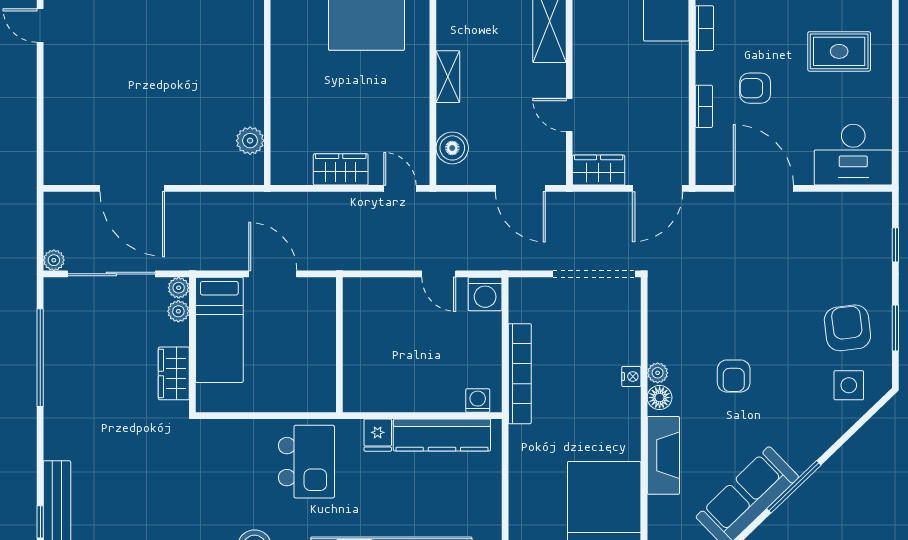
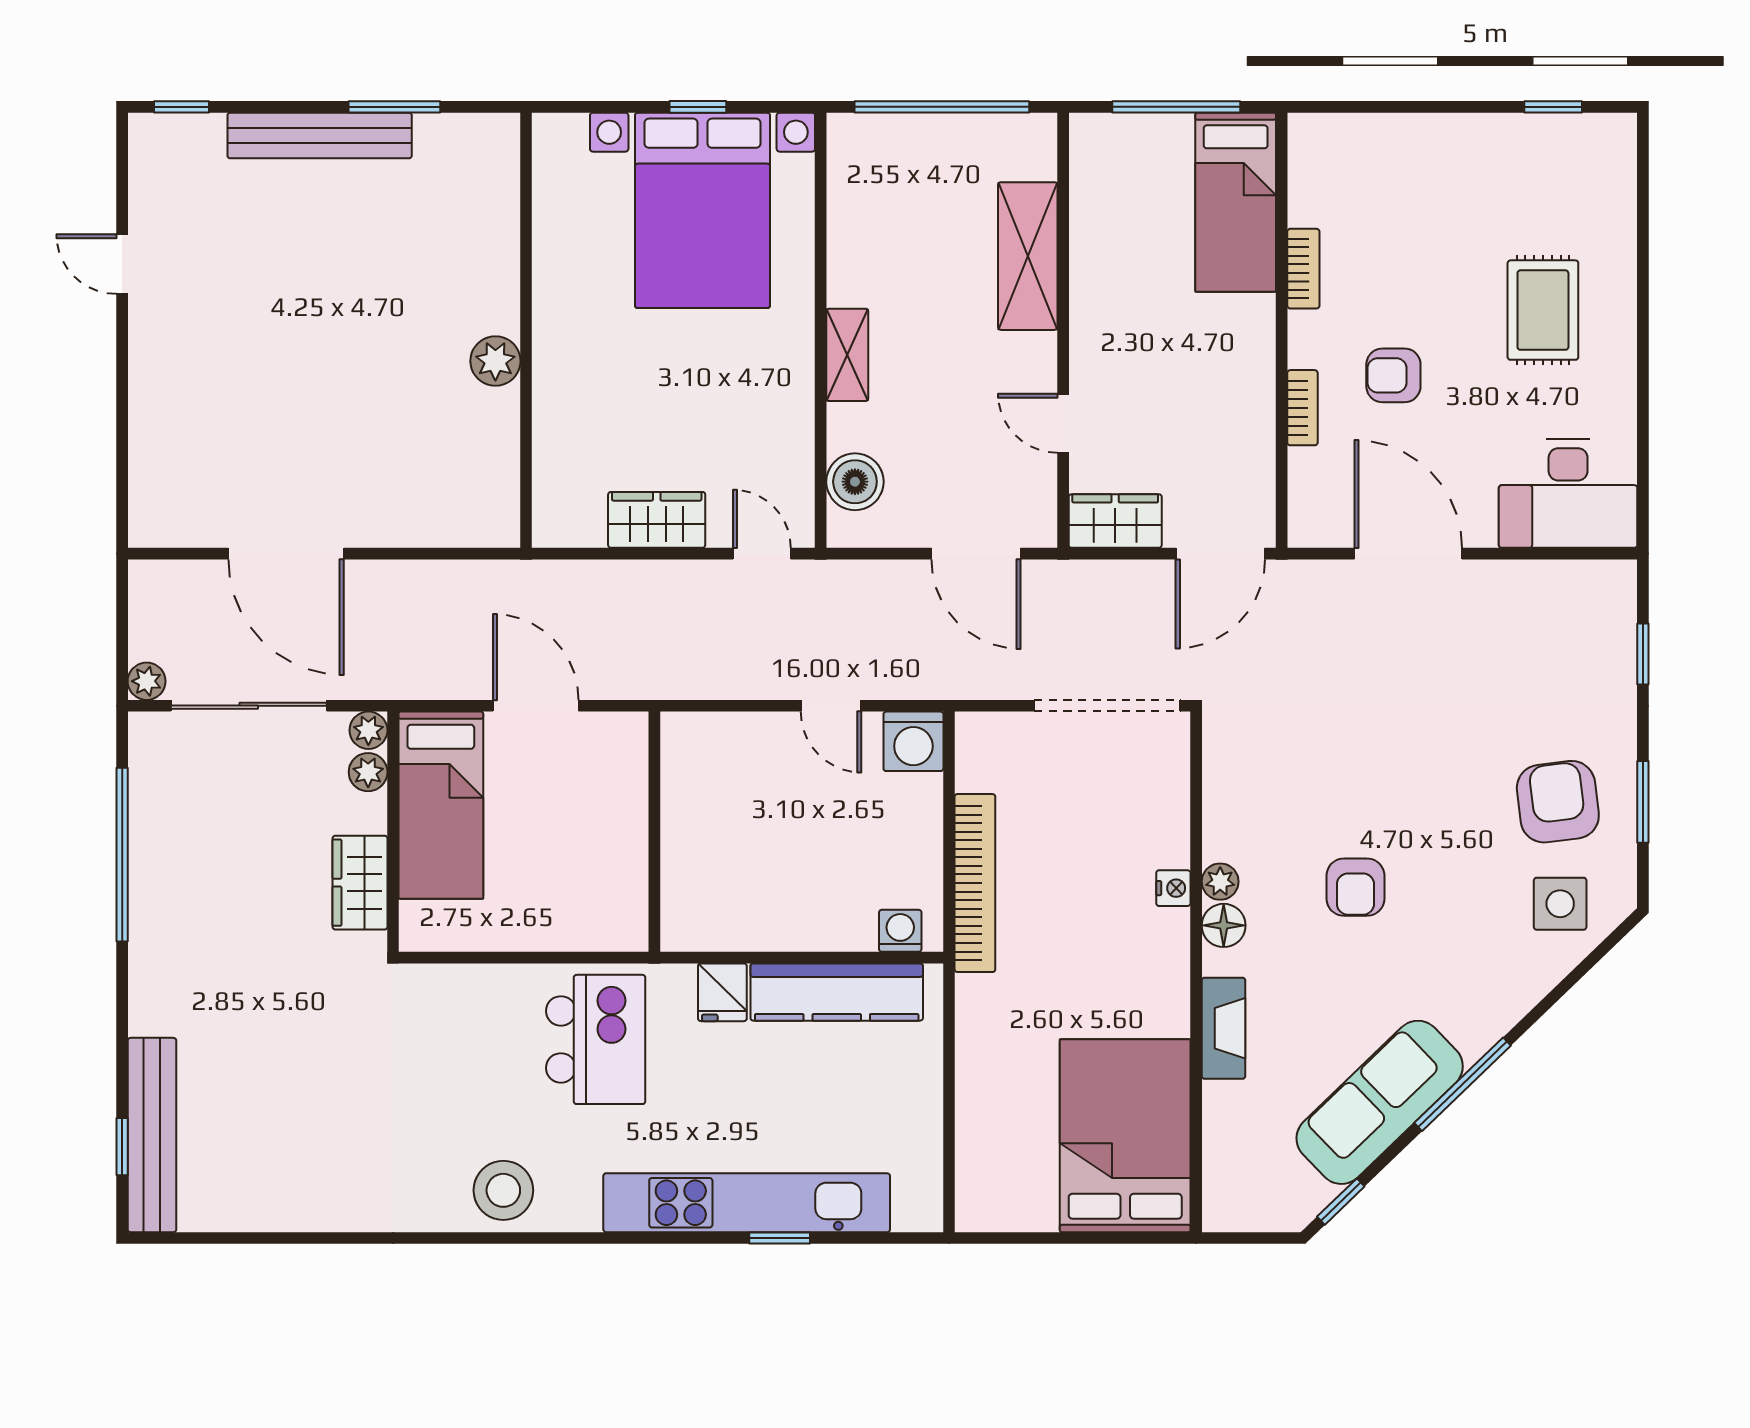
rug: (839, 51) -> (1543, 310), turned 90
plant: (250, 141) -> (495, 361), moved
fireplace: (663, 455) -> (1224, 1028), width x0.73, depth x0.76

